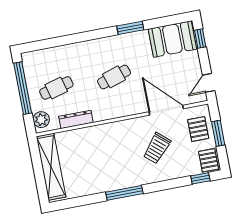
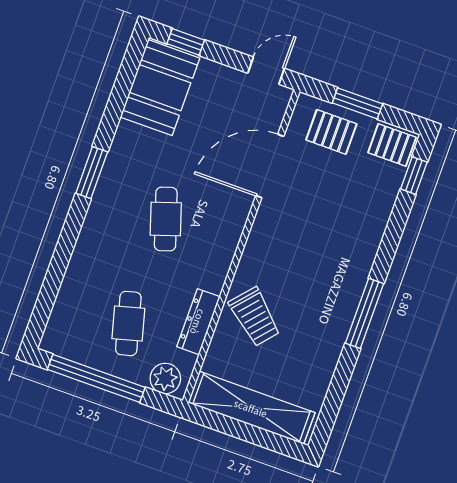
window: (130, 28) -> (92, 173), moved
door: (209, 83) -> (266, 71), swing flipped
trolley: (157, 148) -> (255, 317), moved

